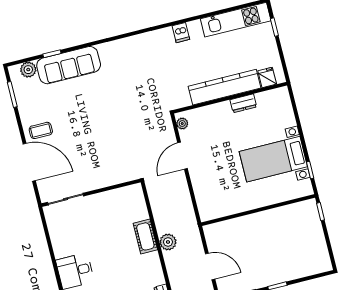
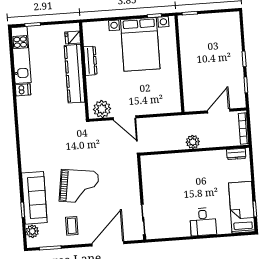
dishwasher: (181, 33) -> (23, 90), moved
dresser: (243, 103) -> (90, 61), width x1.44
grand piano: (91, 116) -> (79, 186), added
plant: (182, 124) -> (102, 109), width x1.87, depth x1.87
coffee table: (41, 130) -> (72, 226), moved
bed with nightstands: (273, 159) -> (140, 44), width x1.36
cot: (145, 236) -> (185, 160), removed

